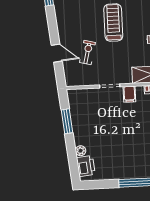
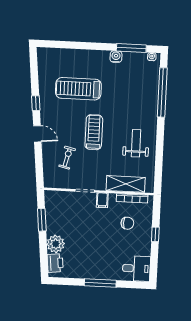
door: (57, 53) -> (37, 134), moved
plant: (81, 151) -> (56, 244), width x1.88, depth x1.88

